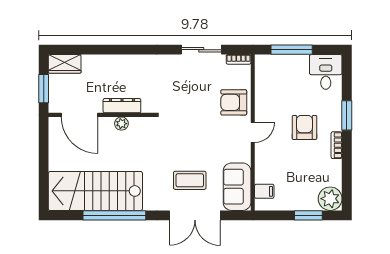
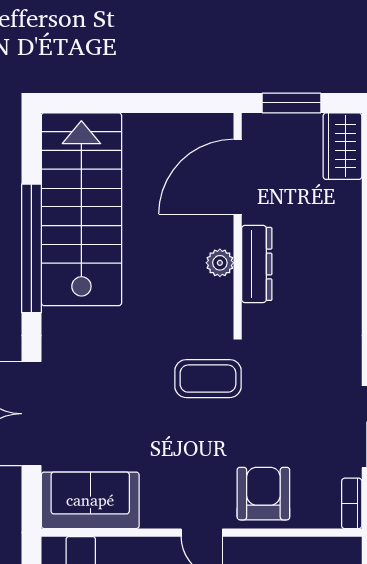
coffee table: (190, 180) -> (208, 379), moved, turned 90

